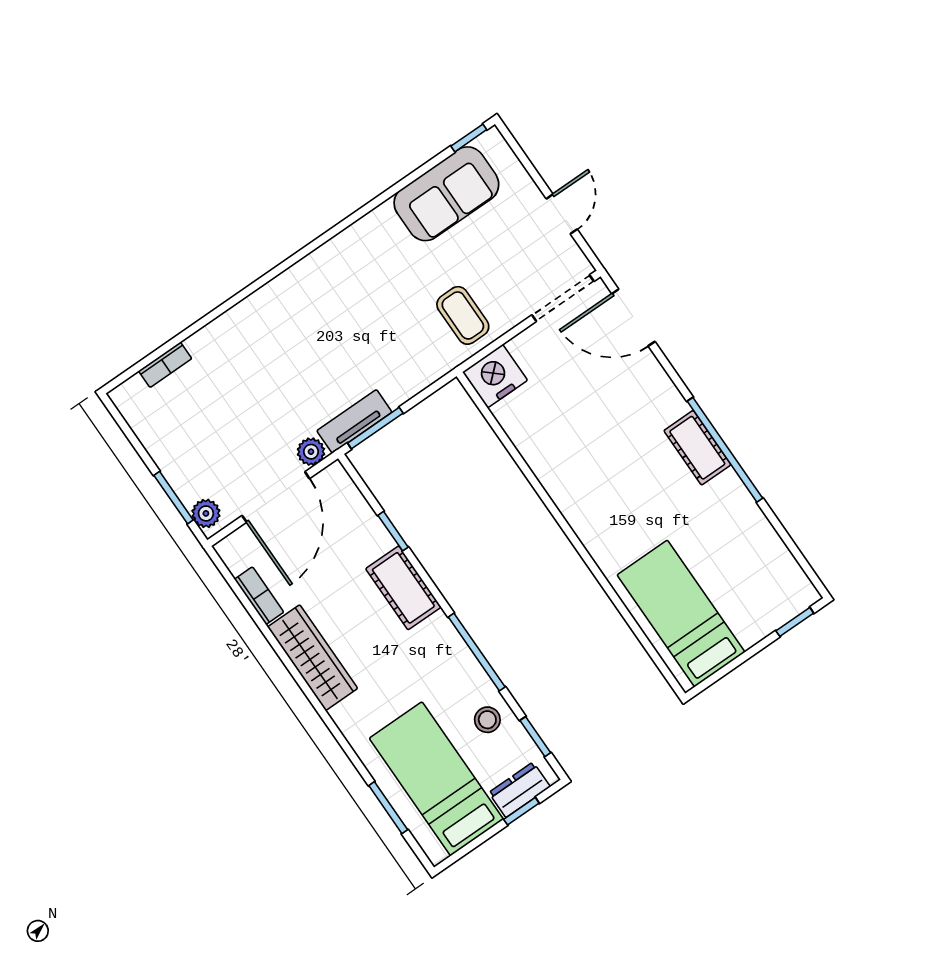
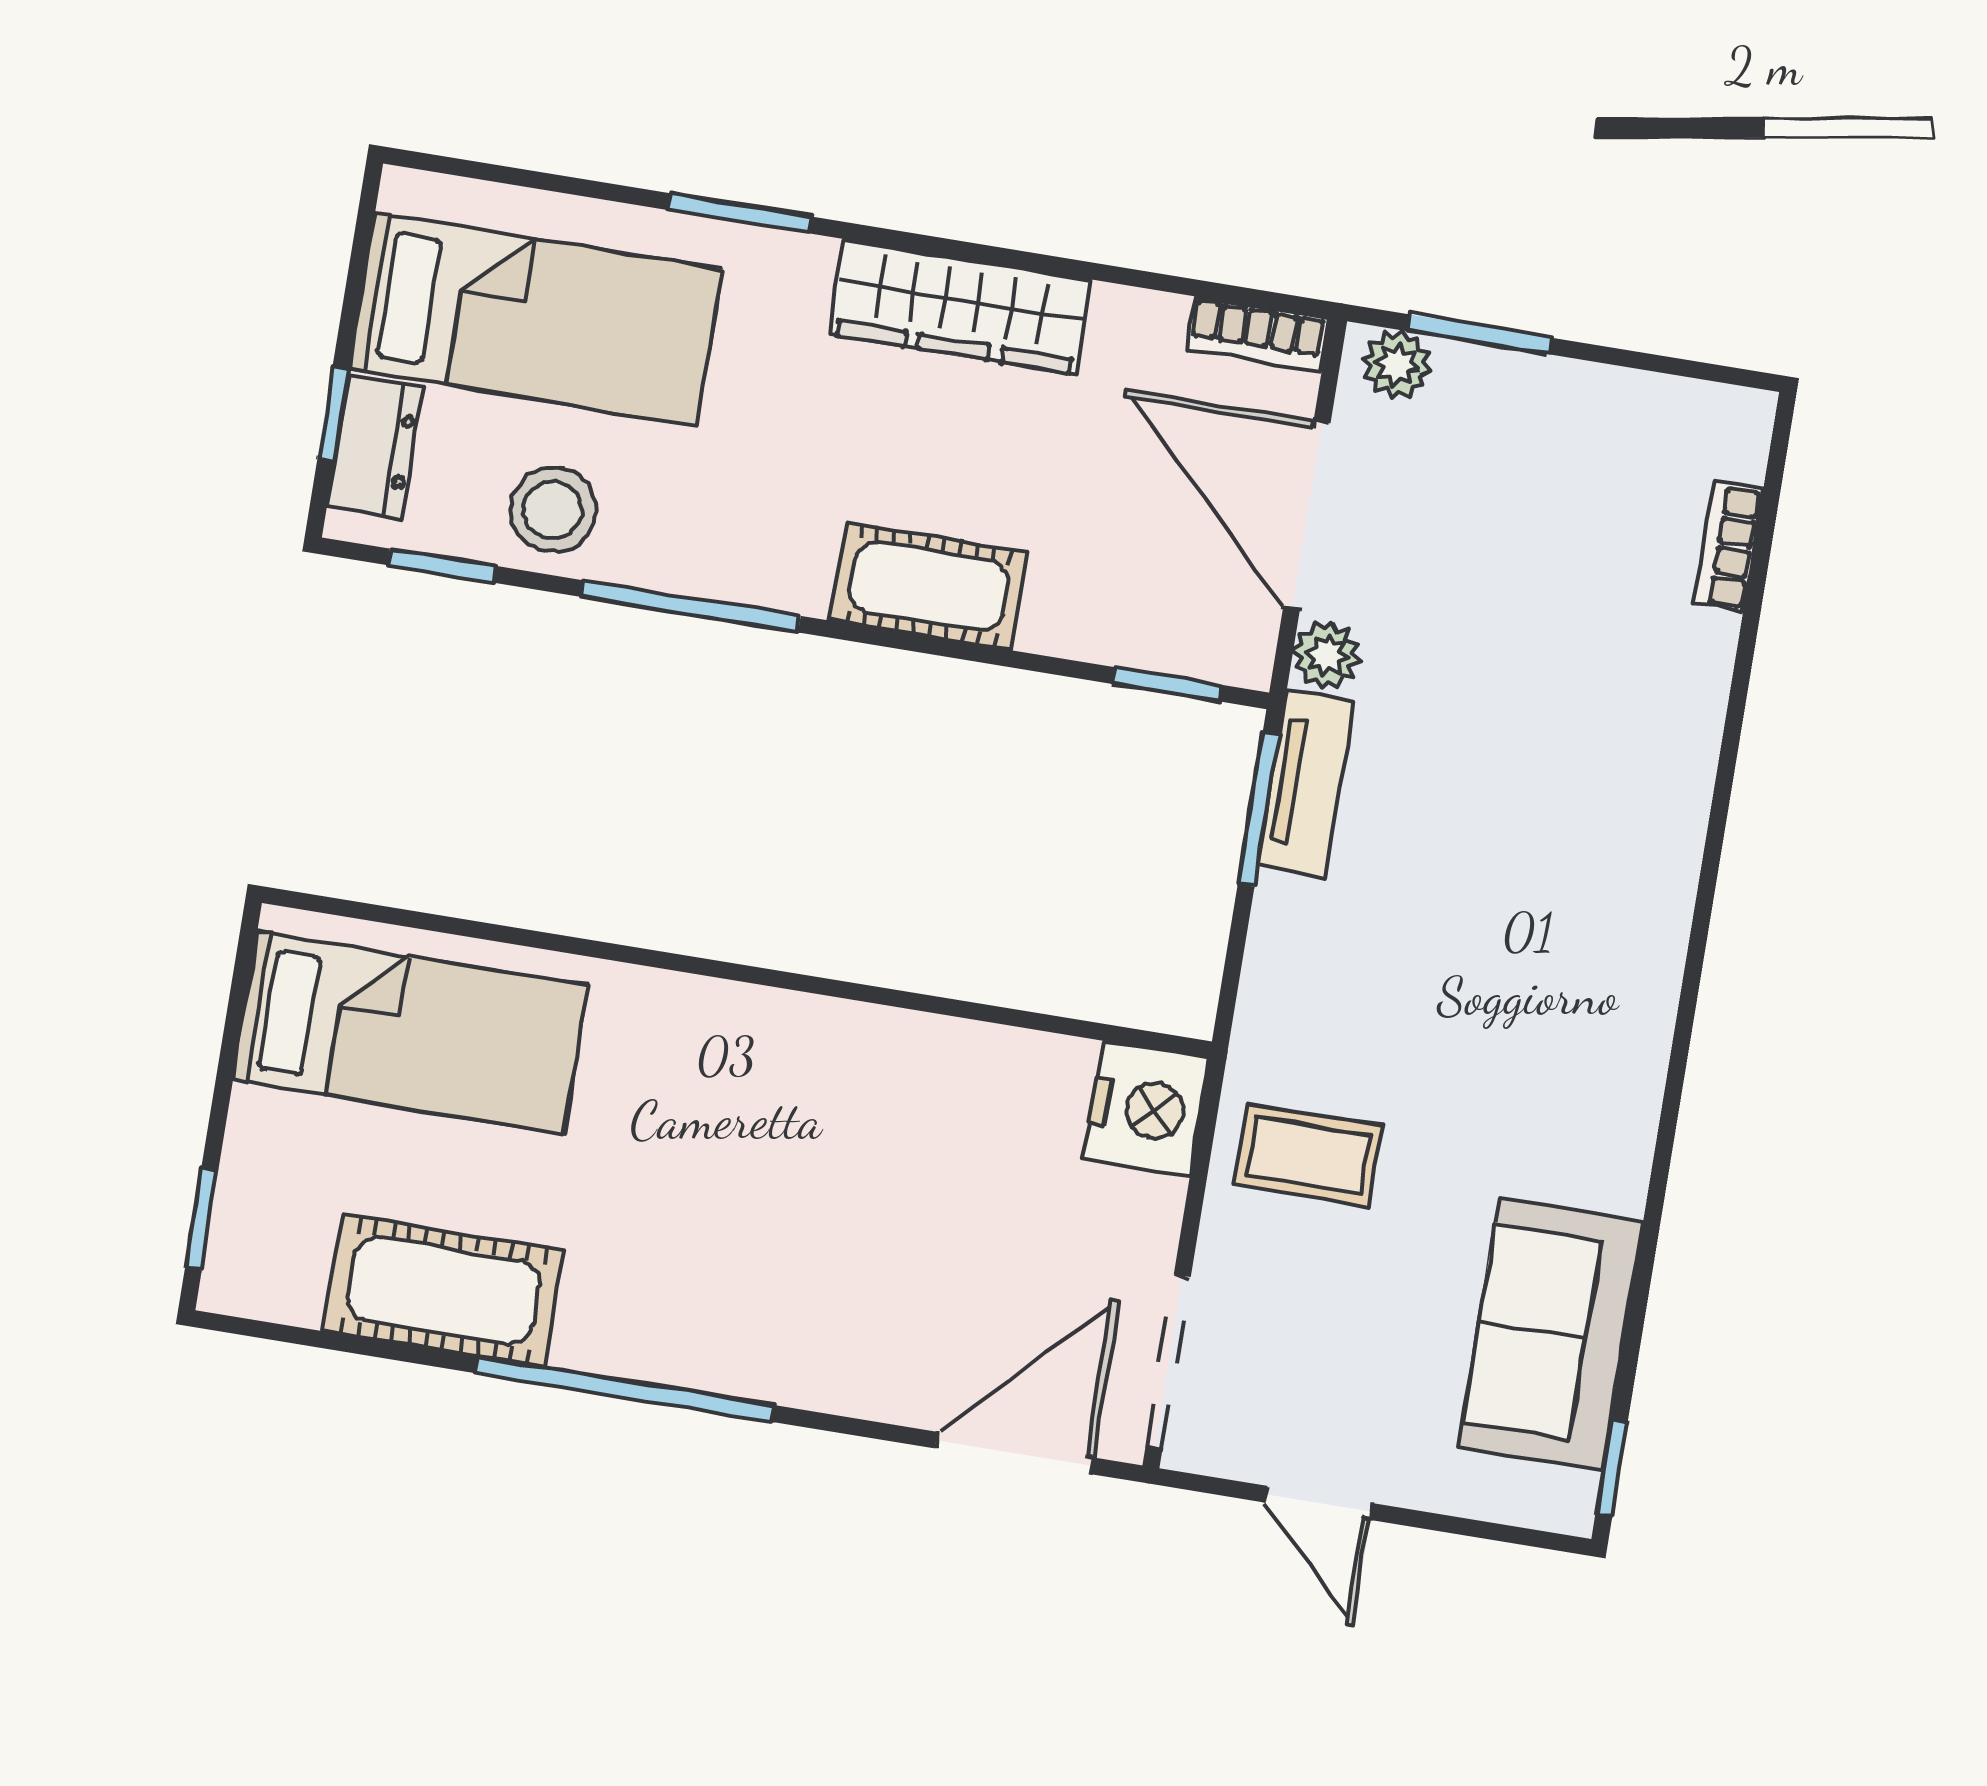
cot: (697, 448) -> (443, 1291), moved, width x1.37, depth x1.34
window: (393, 531) -> (1167, 684), moved
bookcase: (259, 596) -> (1257, 334), moved
stool: (487, 720) -> (553, 510), width x1.37, depth x1.37
window: (388, 808) -> (740, 213), moved

